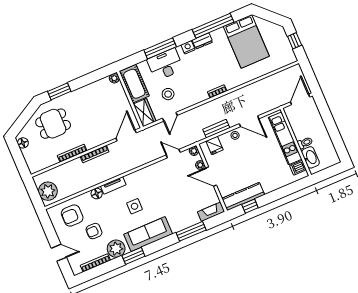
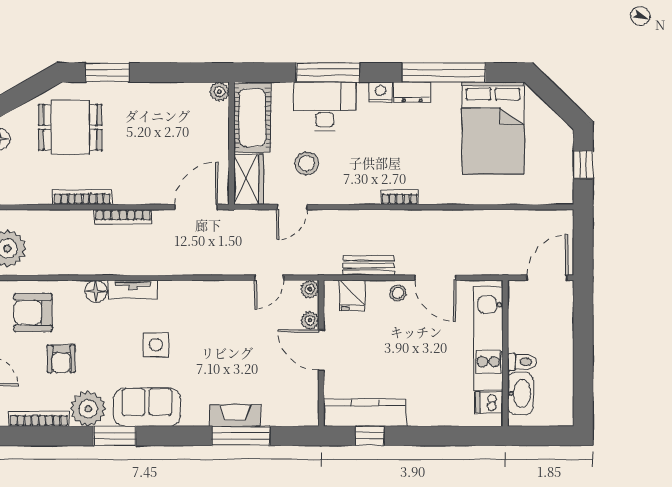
door: (173, 154) -> (269, 278), swing flipped
fireplace: (211, 212) -> (235, 415), moved
armchair: (94, 231) -> (61, 359), turned -90
sofa: (148, 234) -> (147, 407), width x0.73

